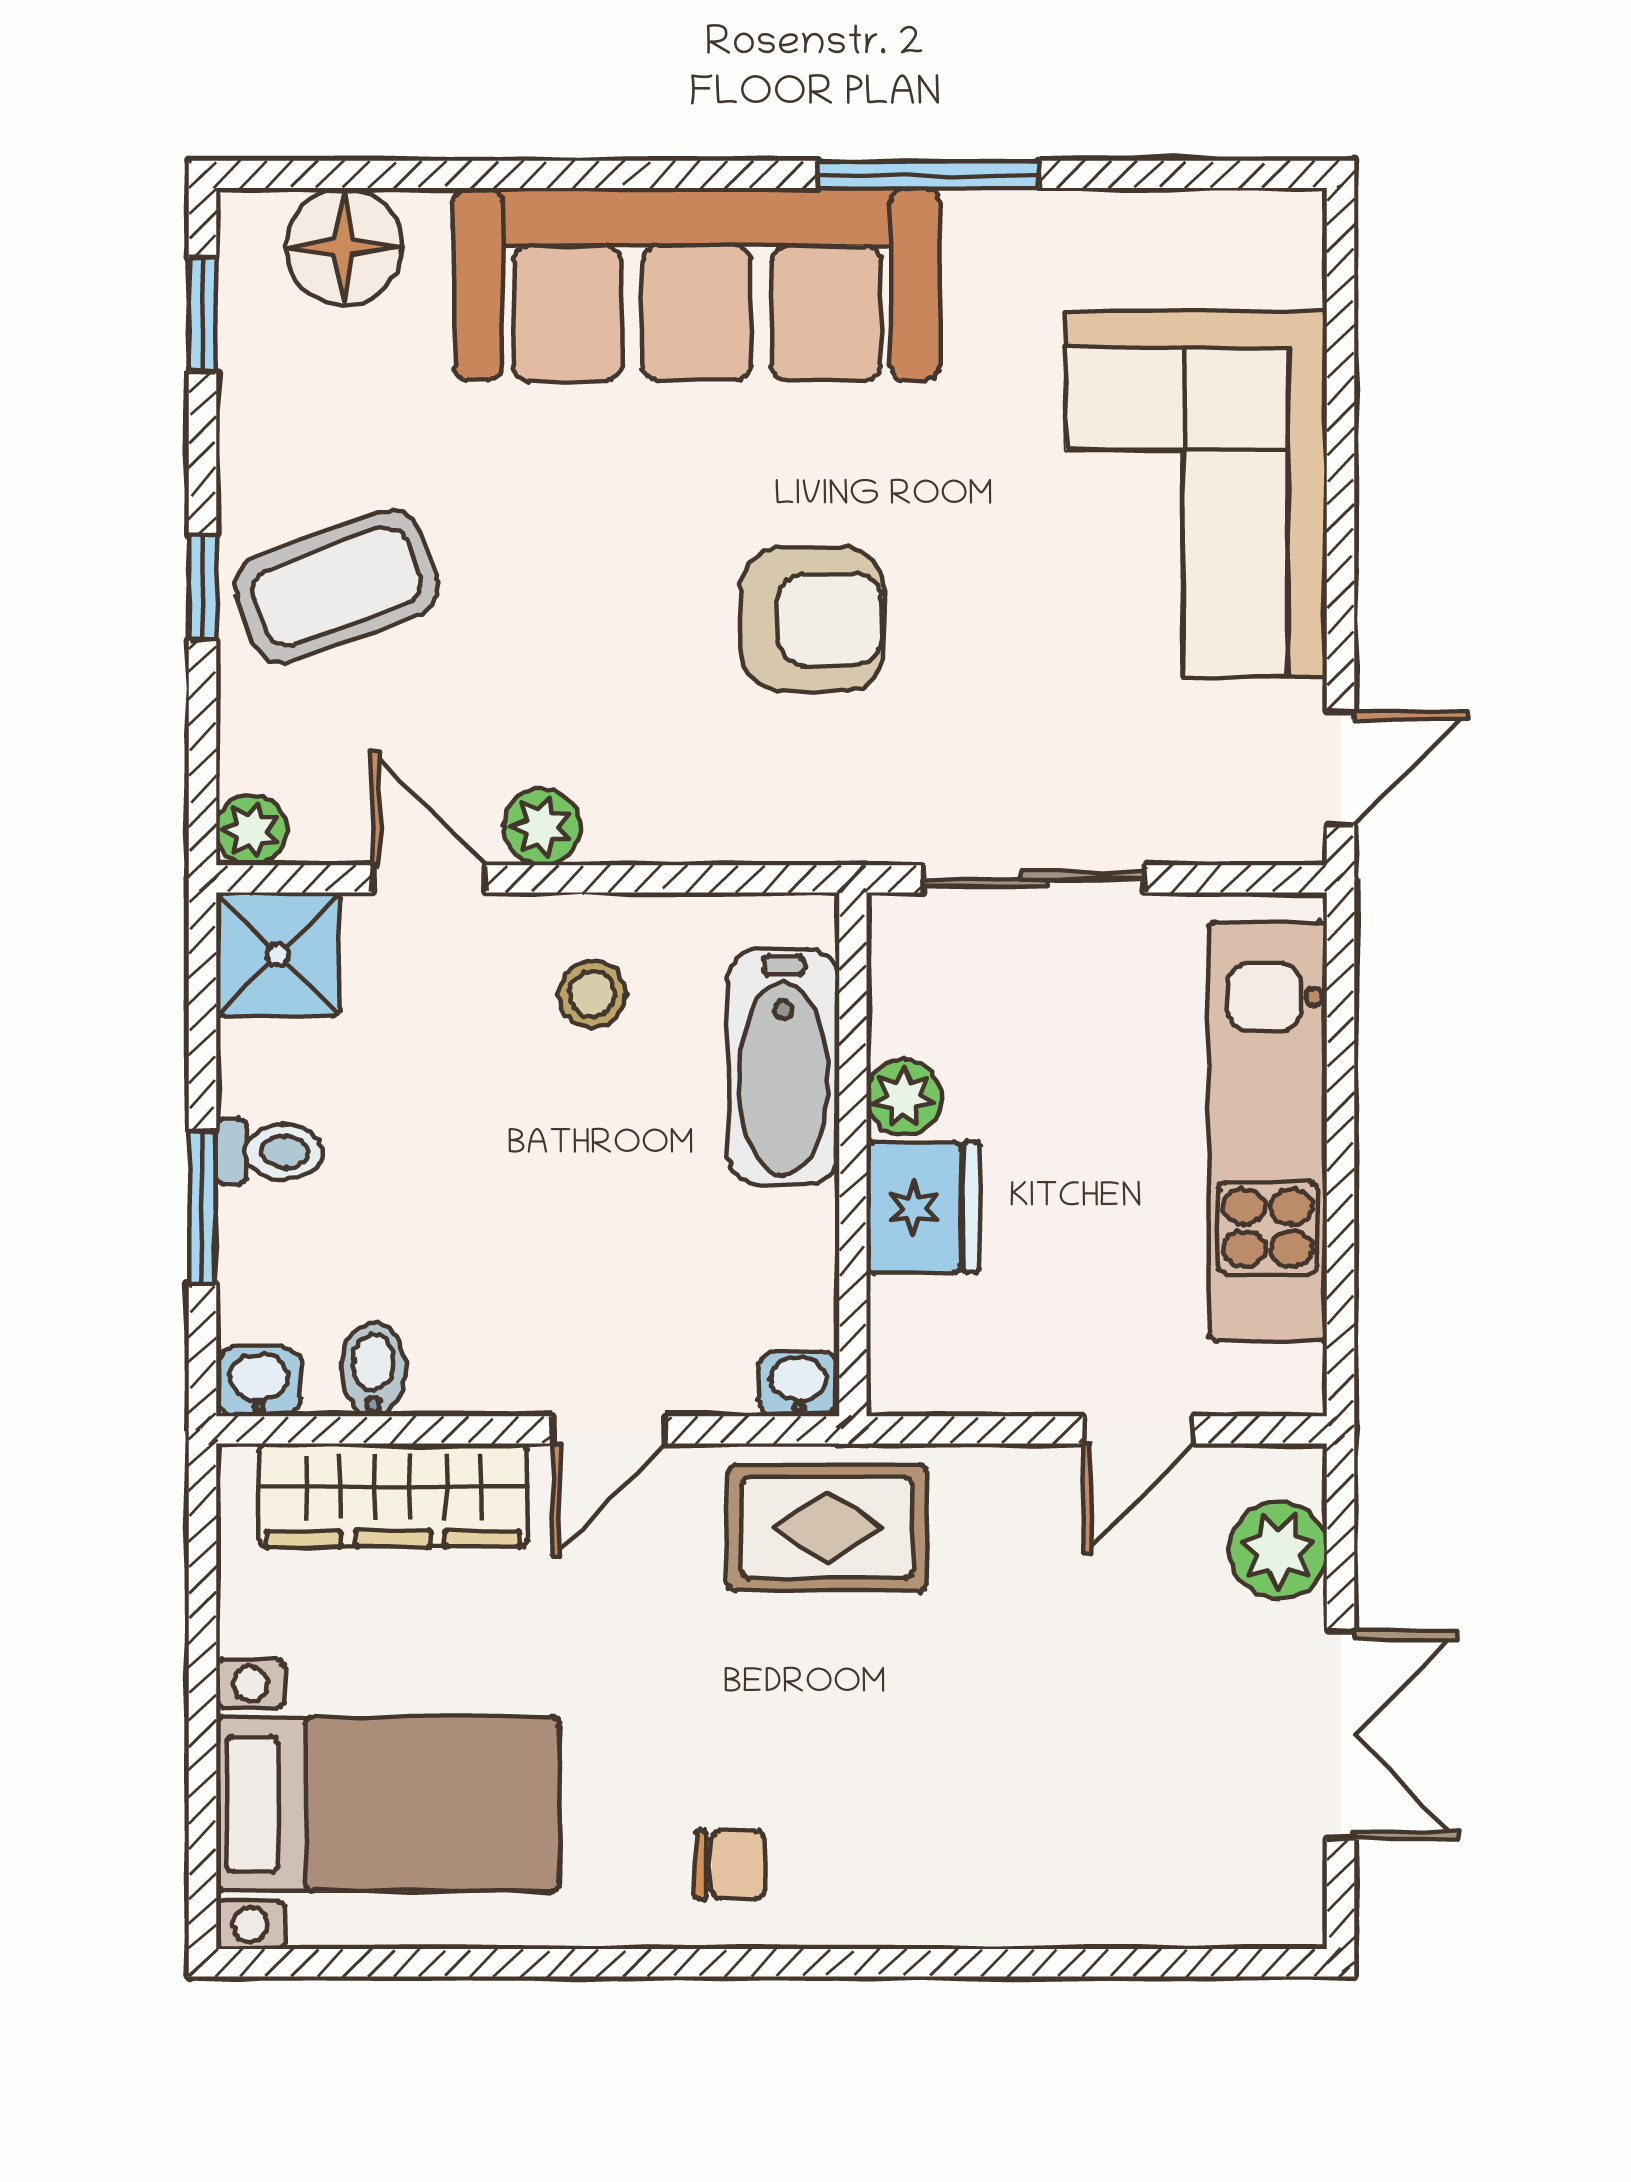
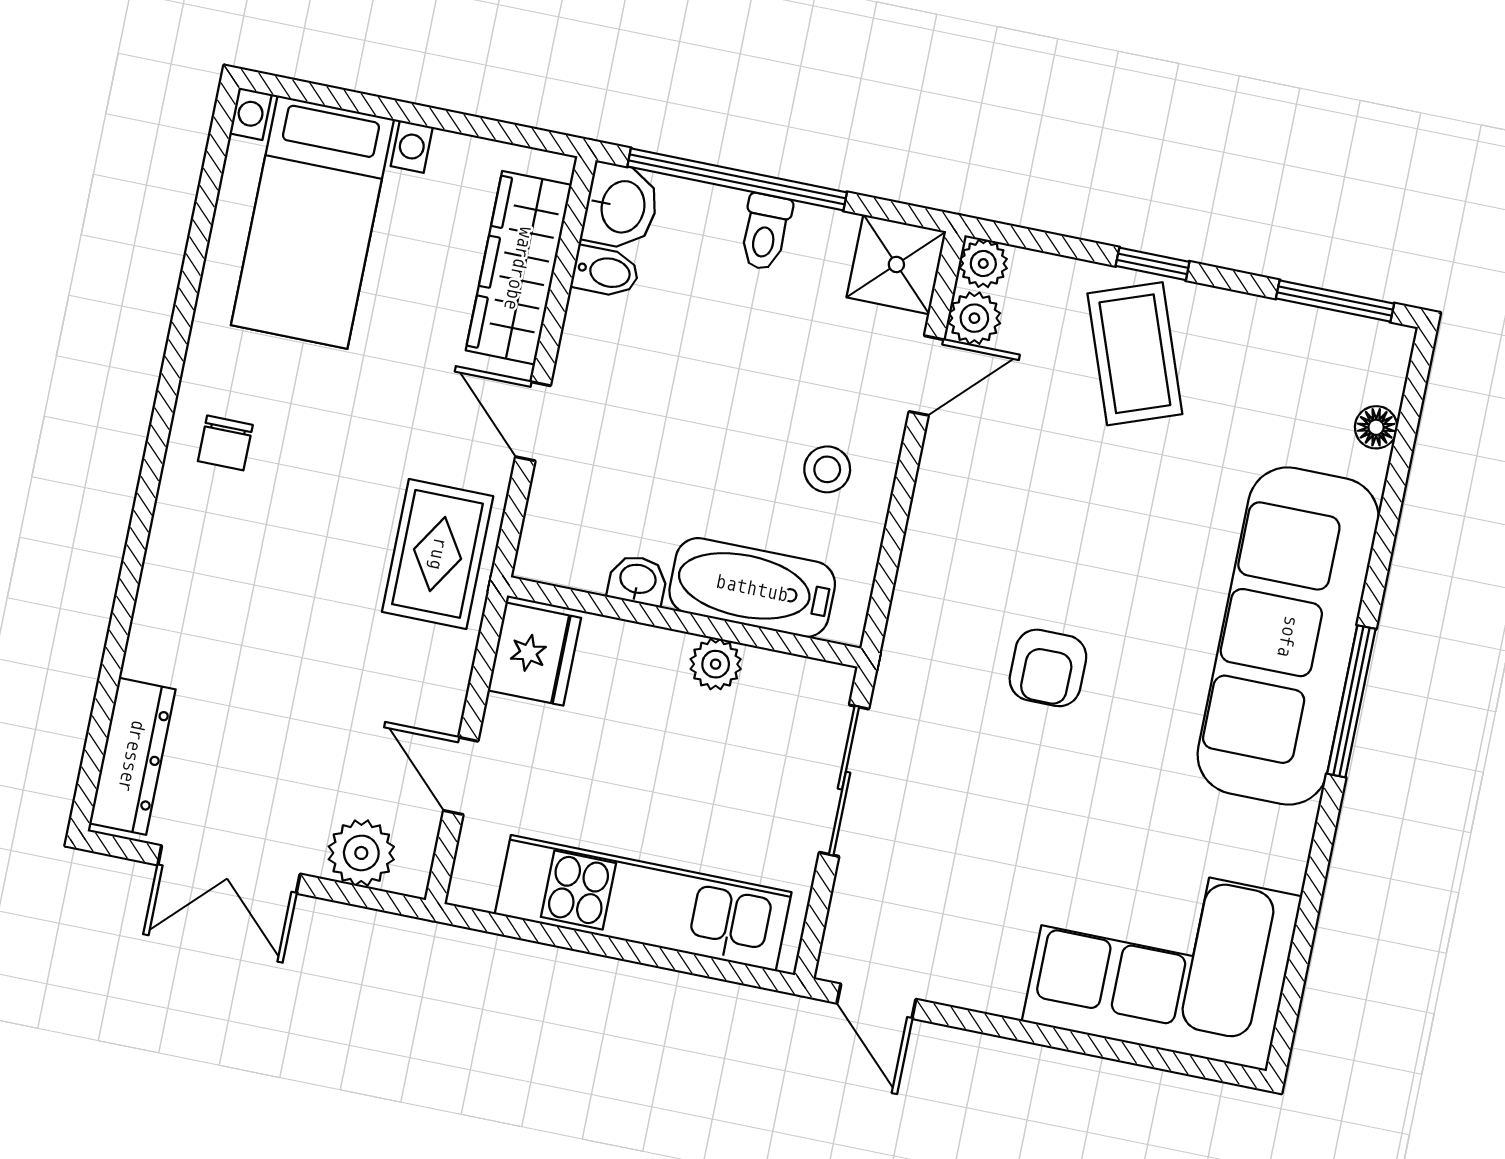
window: (928, 174) -> (1351, 701), moved
floor lamp: (344, 246) -> (1376, 427), width x0.53, depth x0.53
window: (202, 315) -> (1335, 301), width x1.50
corner sofa: (1196, 494) -> (1162, 959), moved
armchair: (813, 619) -> (1048, 668), width x0.72, depth x0.72
plant: (542, 827) -> (974, 318), moved
fridge: (923, 1207) -> (534, 654), moved, turned -90
window: (202, 1208) -> (737, 179), width x2.11
washbasin: (259, 1382) -> (621, 206), width x1.38, depth x1.45
washbasin: (799, 1383) -> (638, 580), moved, turned -90
dresser: (1206, 1907) -> (132, 756), added

